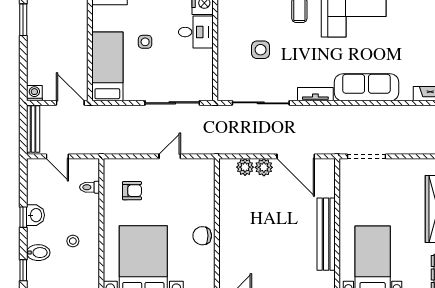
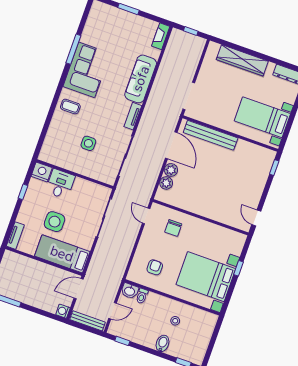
side table: (145, 42) -> (55, 222), width x1.87, depth x1.87
door: (170, 156) -> (146, 216), moved
door: (296, 156) -> (171, 145), hinge flipped
washbasin: (35, 215) -> (130, 291), moved, turned 180
window: (23, 217) -> (122, 341), moved
bench: (326, 234) -> (211, 135), moved
chair: (202, 236) -> (173, 228), moved
bidet: (38, 253) -> (163, 343), moved

